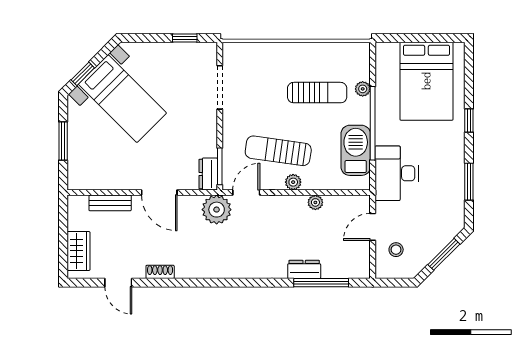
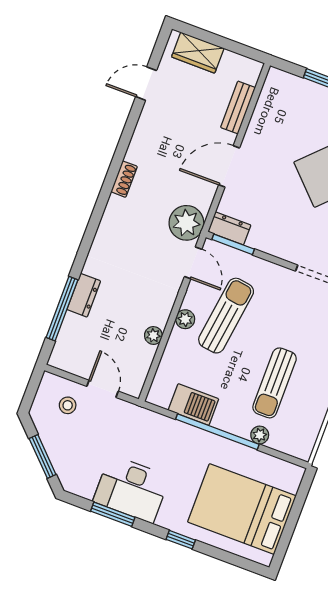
barbecue: (356, 150) -> (193, 405), width x0.73, depth x0.83
desk: (397, 173) -> (132, 489), moved, turned 180
shoe rack: (160, 272) -> (124, 179), moved

